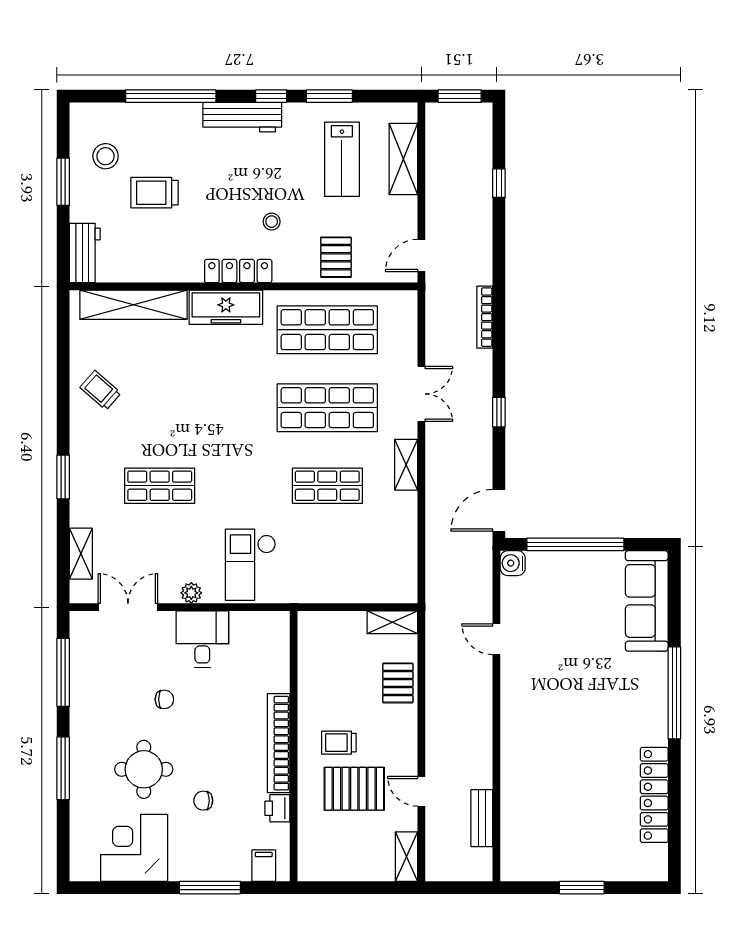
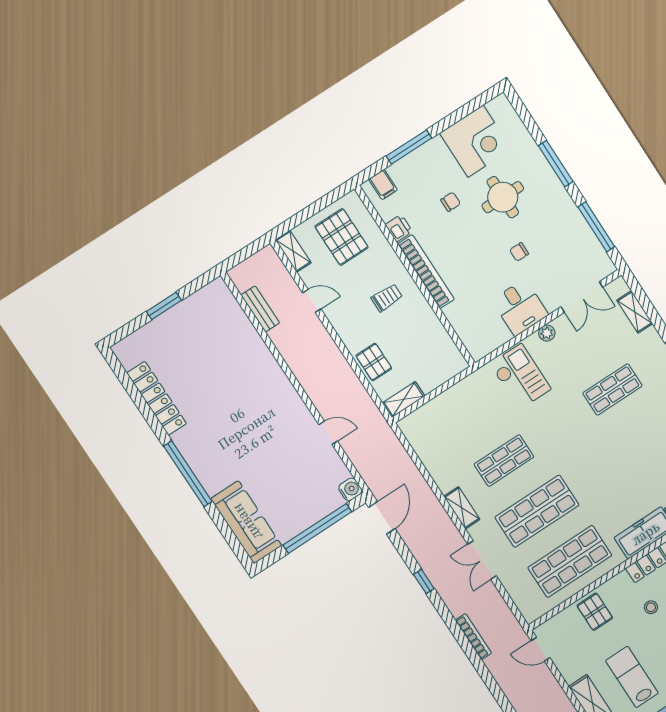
door: (421, 255) -> (540, 649), swing flipped
pallet: (354, 789) -> (342, 237), moved, turned 90

